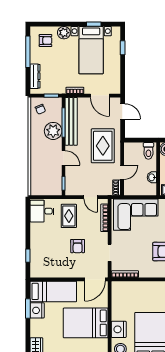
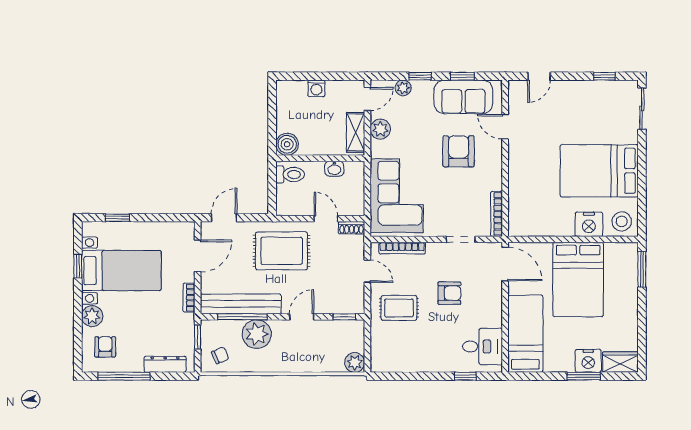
plant: (36, 189) -> (355, 363), added
door: (91, 197) -> (367, 271), hinge flipped
desk: (42, 211) -> (482, 346), moved, turned -90
window: (28, 309) -> (584, 376), moved
nightstand: (37, 310) -> (588, 361), moved

